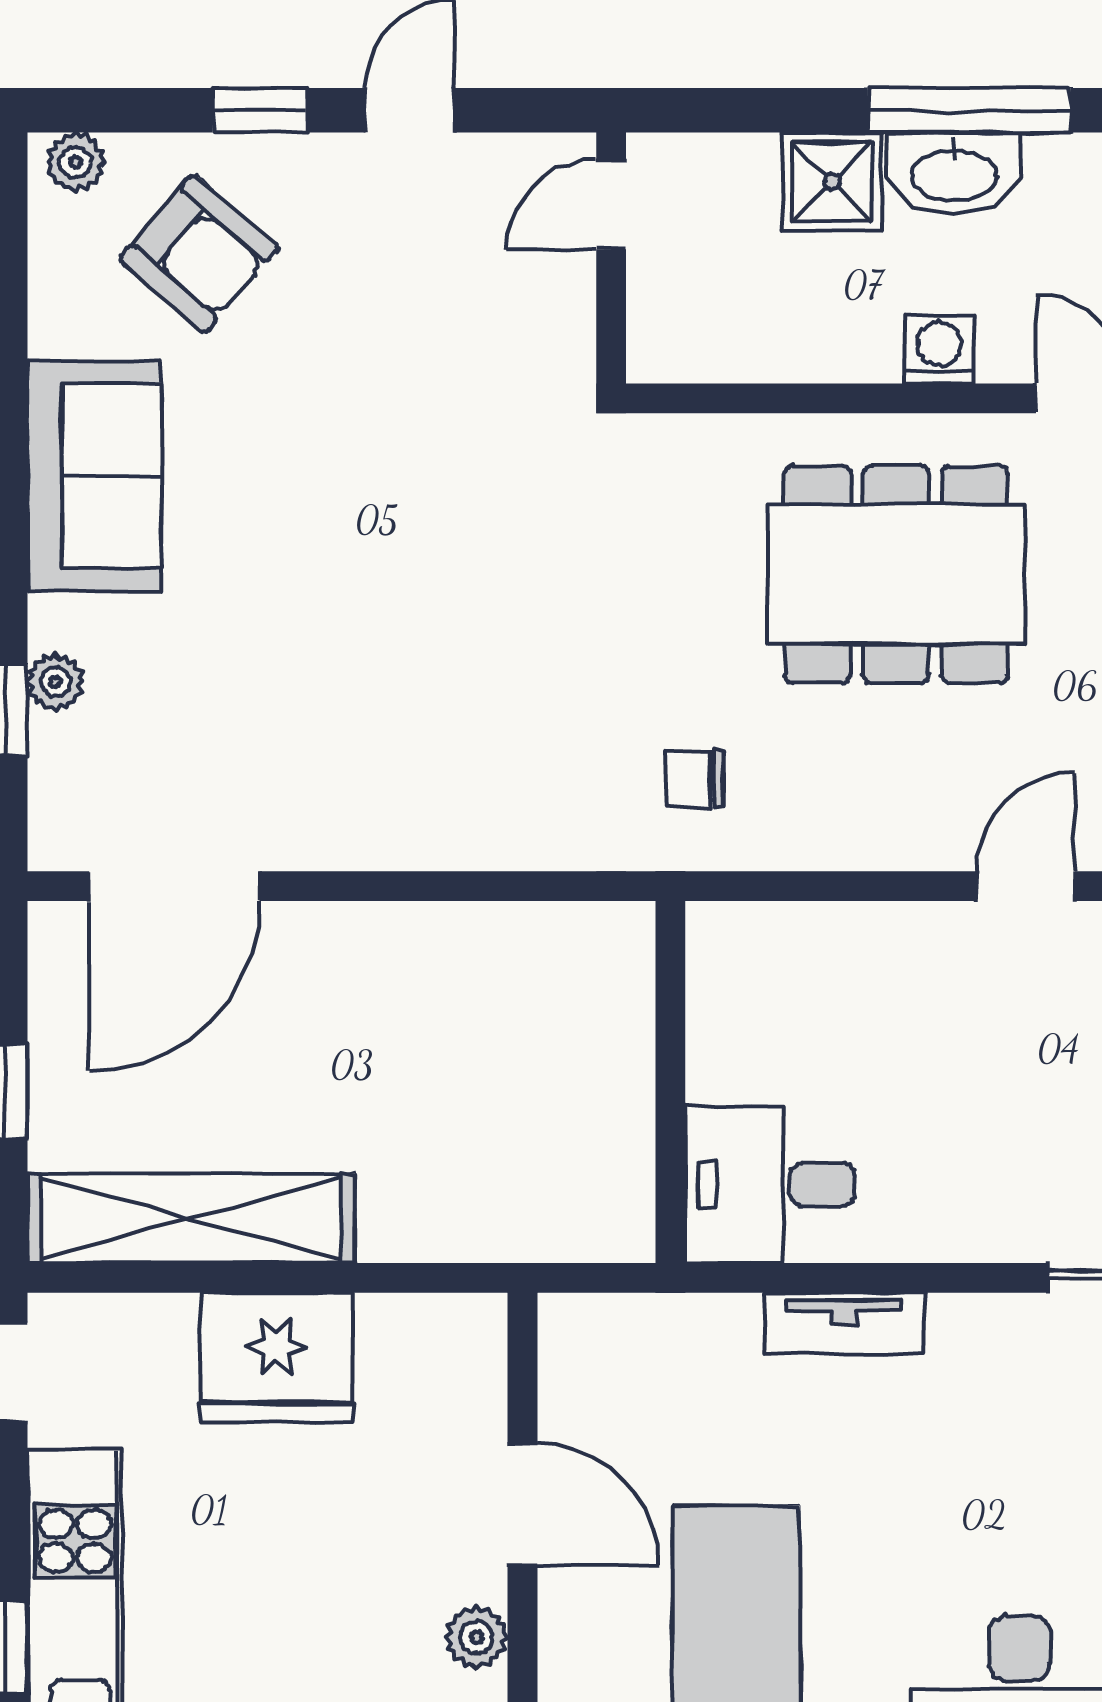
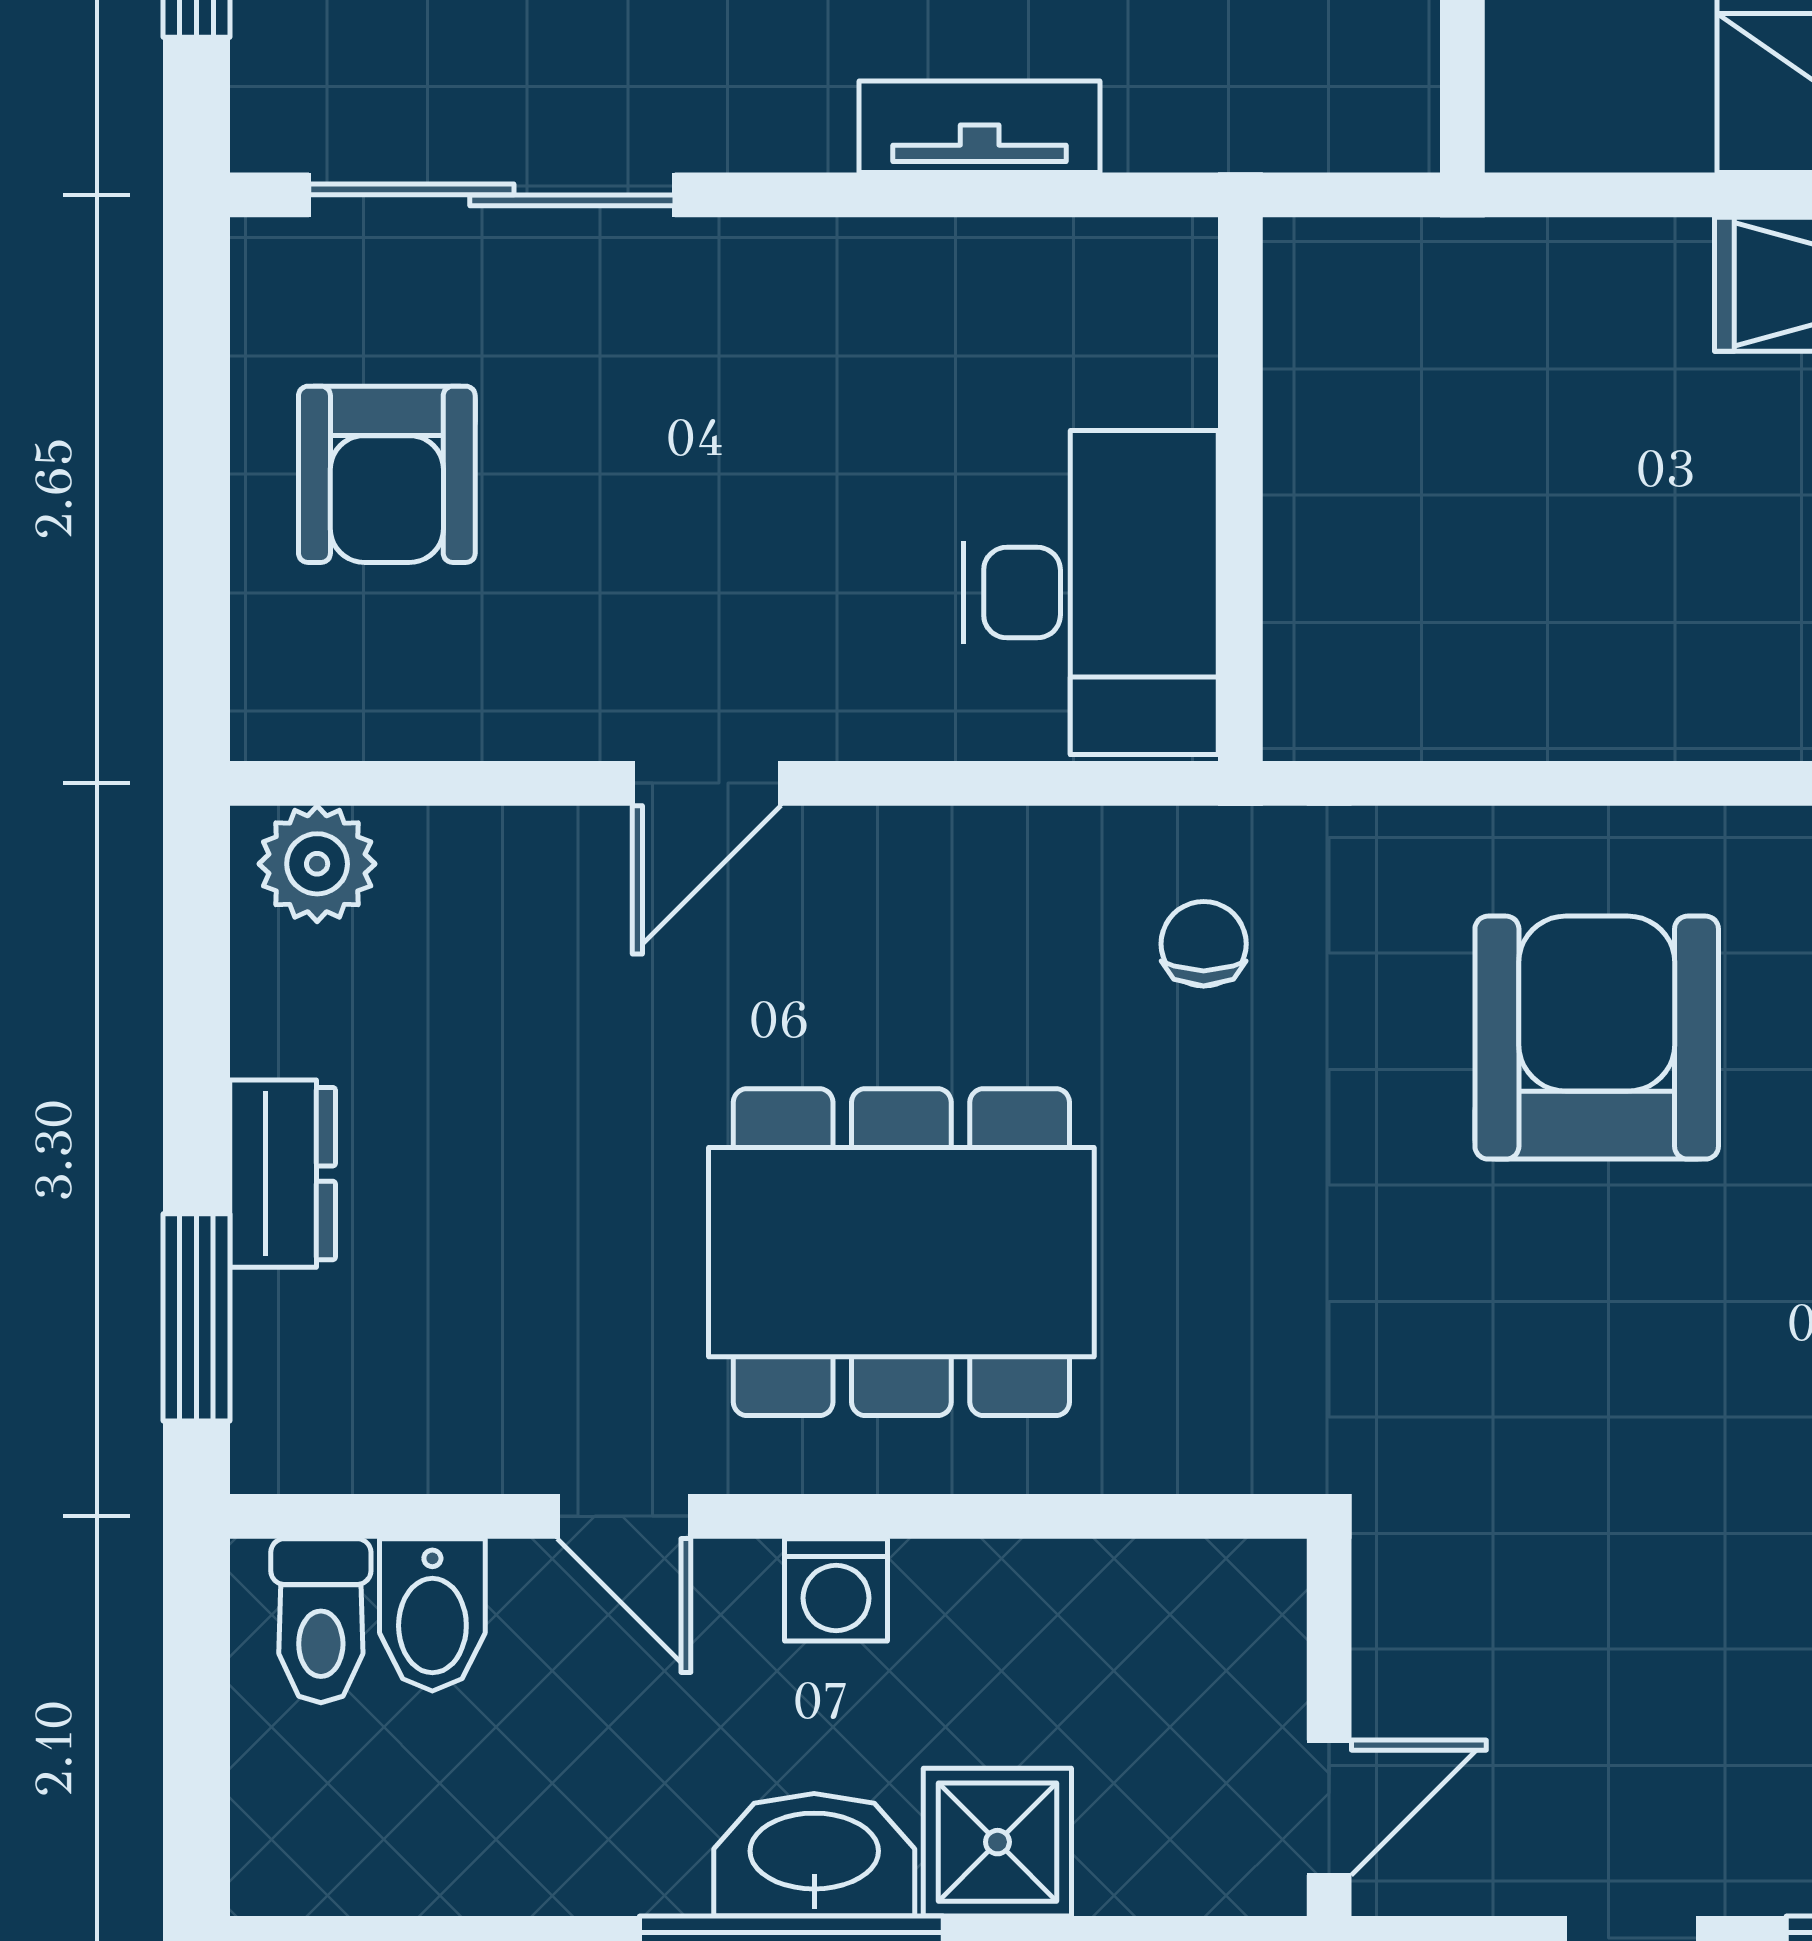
armchair: (433, 717) -> (1597, 1038), added
chair: (695, 779) -> (1204, 944), turned -90
desk: (770, 1184) -> (1091, 593), moved, width x1.37

